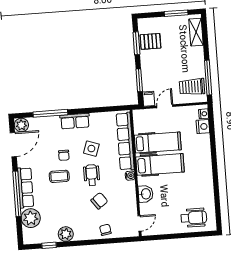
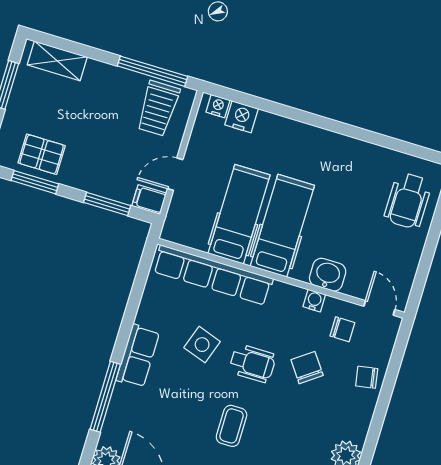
pallet: (150, 41) -> (42, 154), turned 90
door: (165, 106) -> (175, 174), hinge flipped
chair: (64, 155) -> (342, 329), moved
wheelchair: (92, 175) -> (253, 363), turned 180
water cooler: (130, 176) -> (314, 301), moved
wheelchair: (194, 218) -> (408, 201), turned 180

